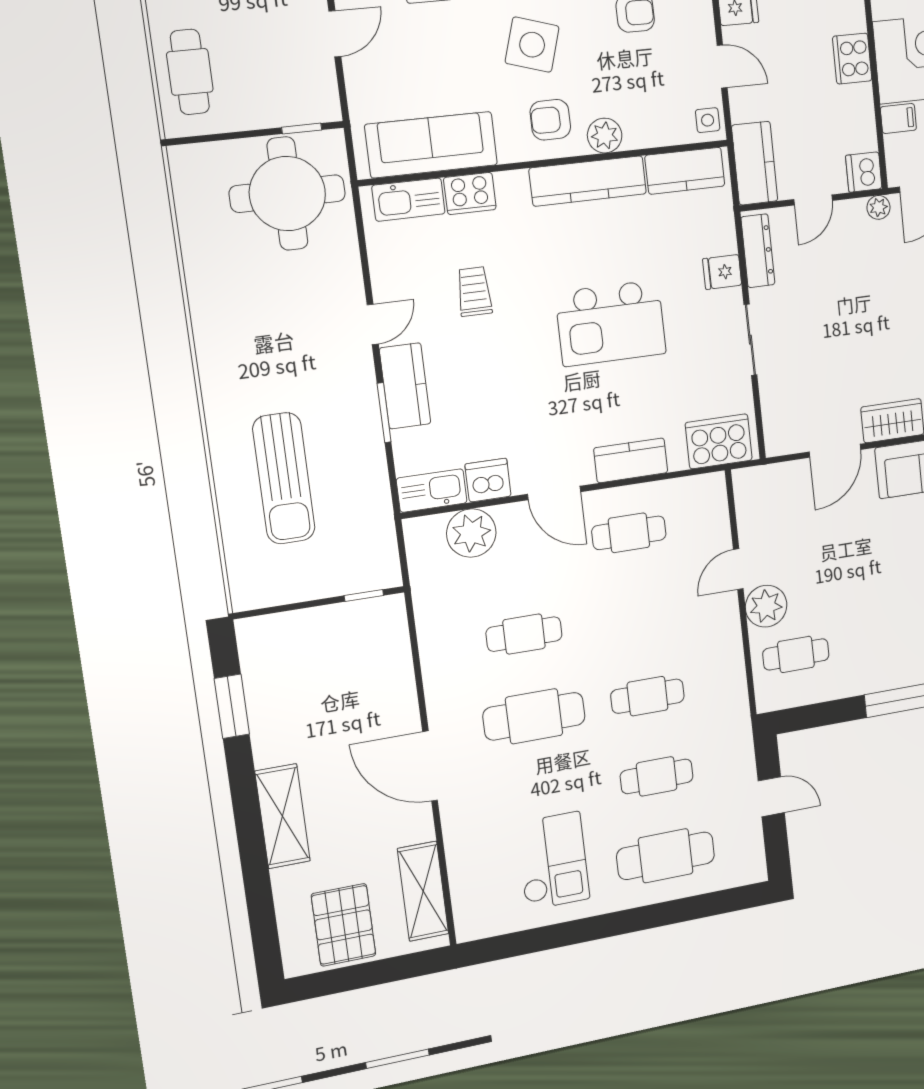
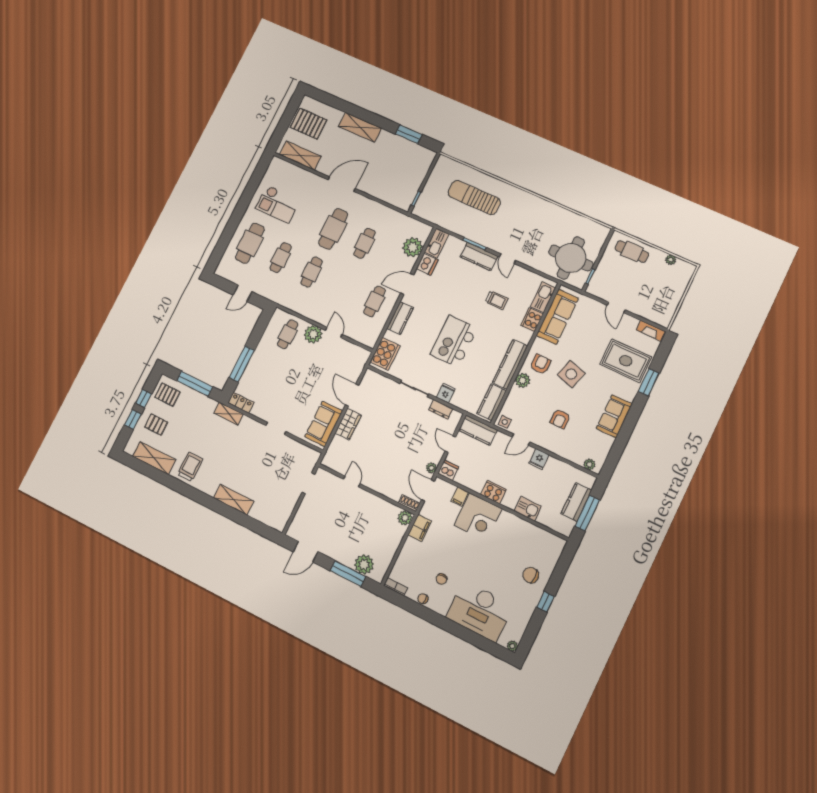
dresser: (758, 251) -> (441, 409), width x0.70

